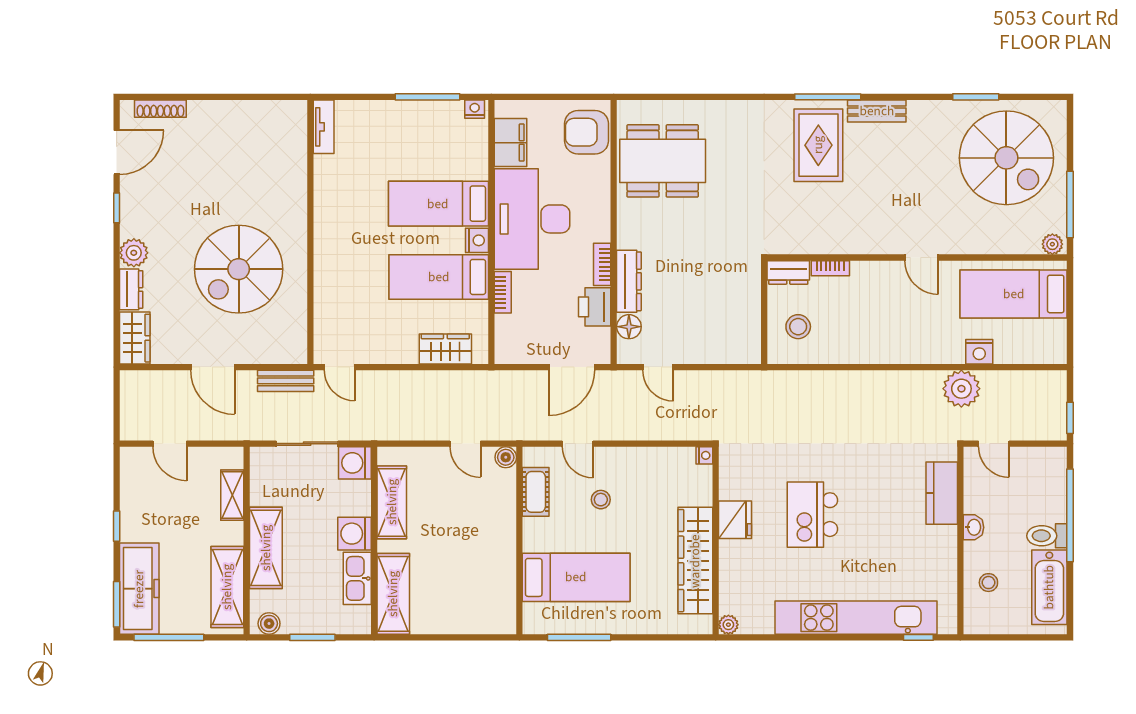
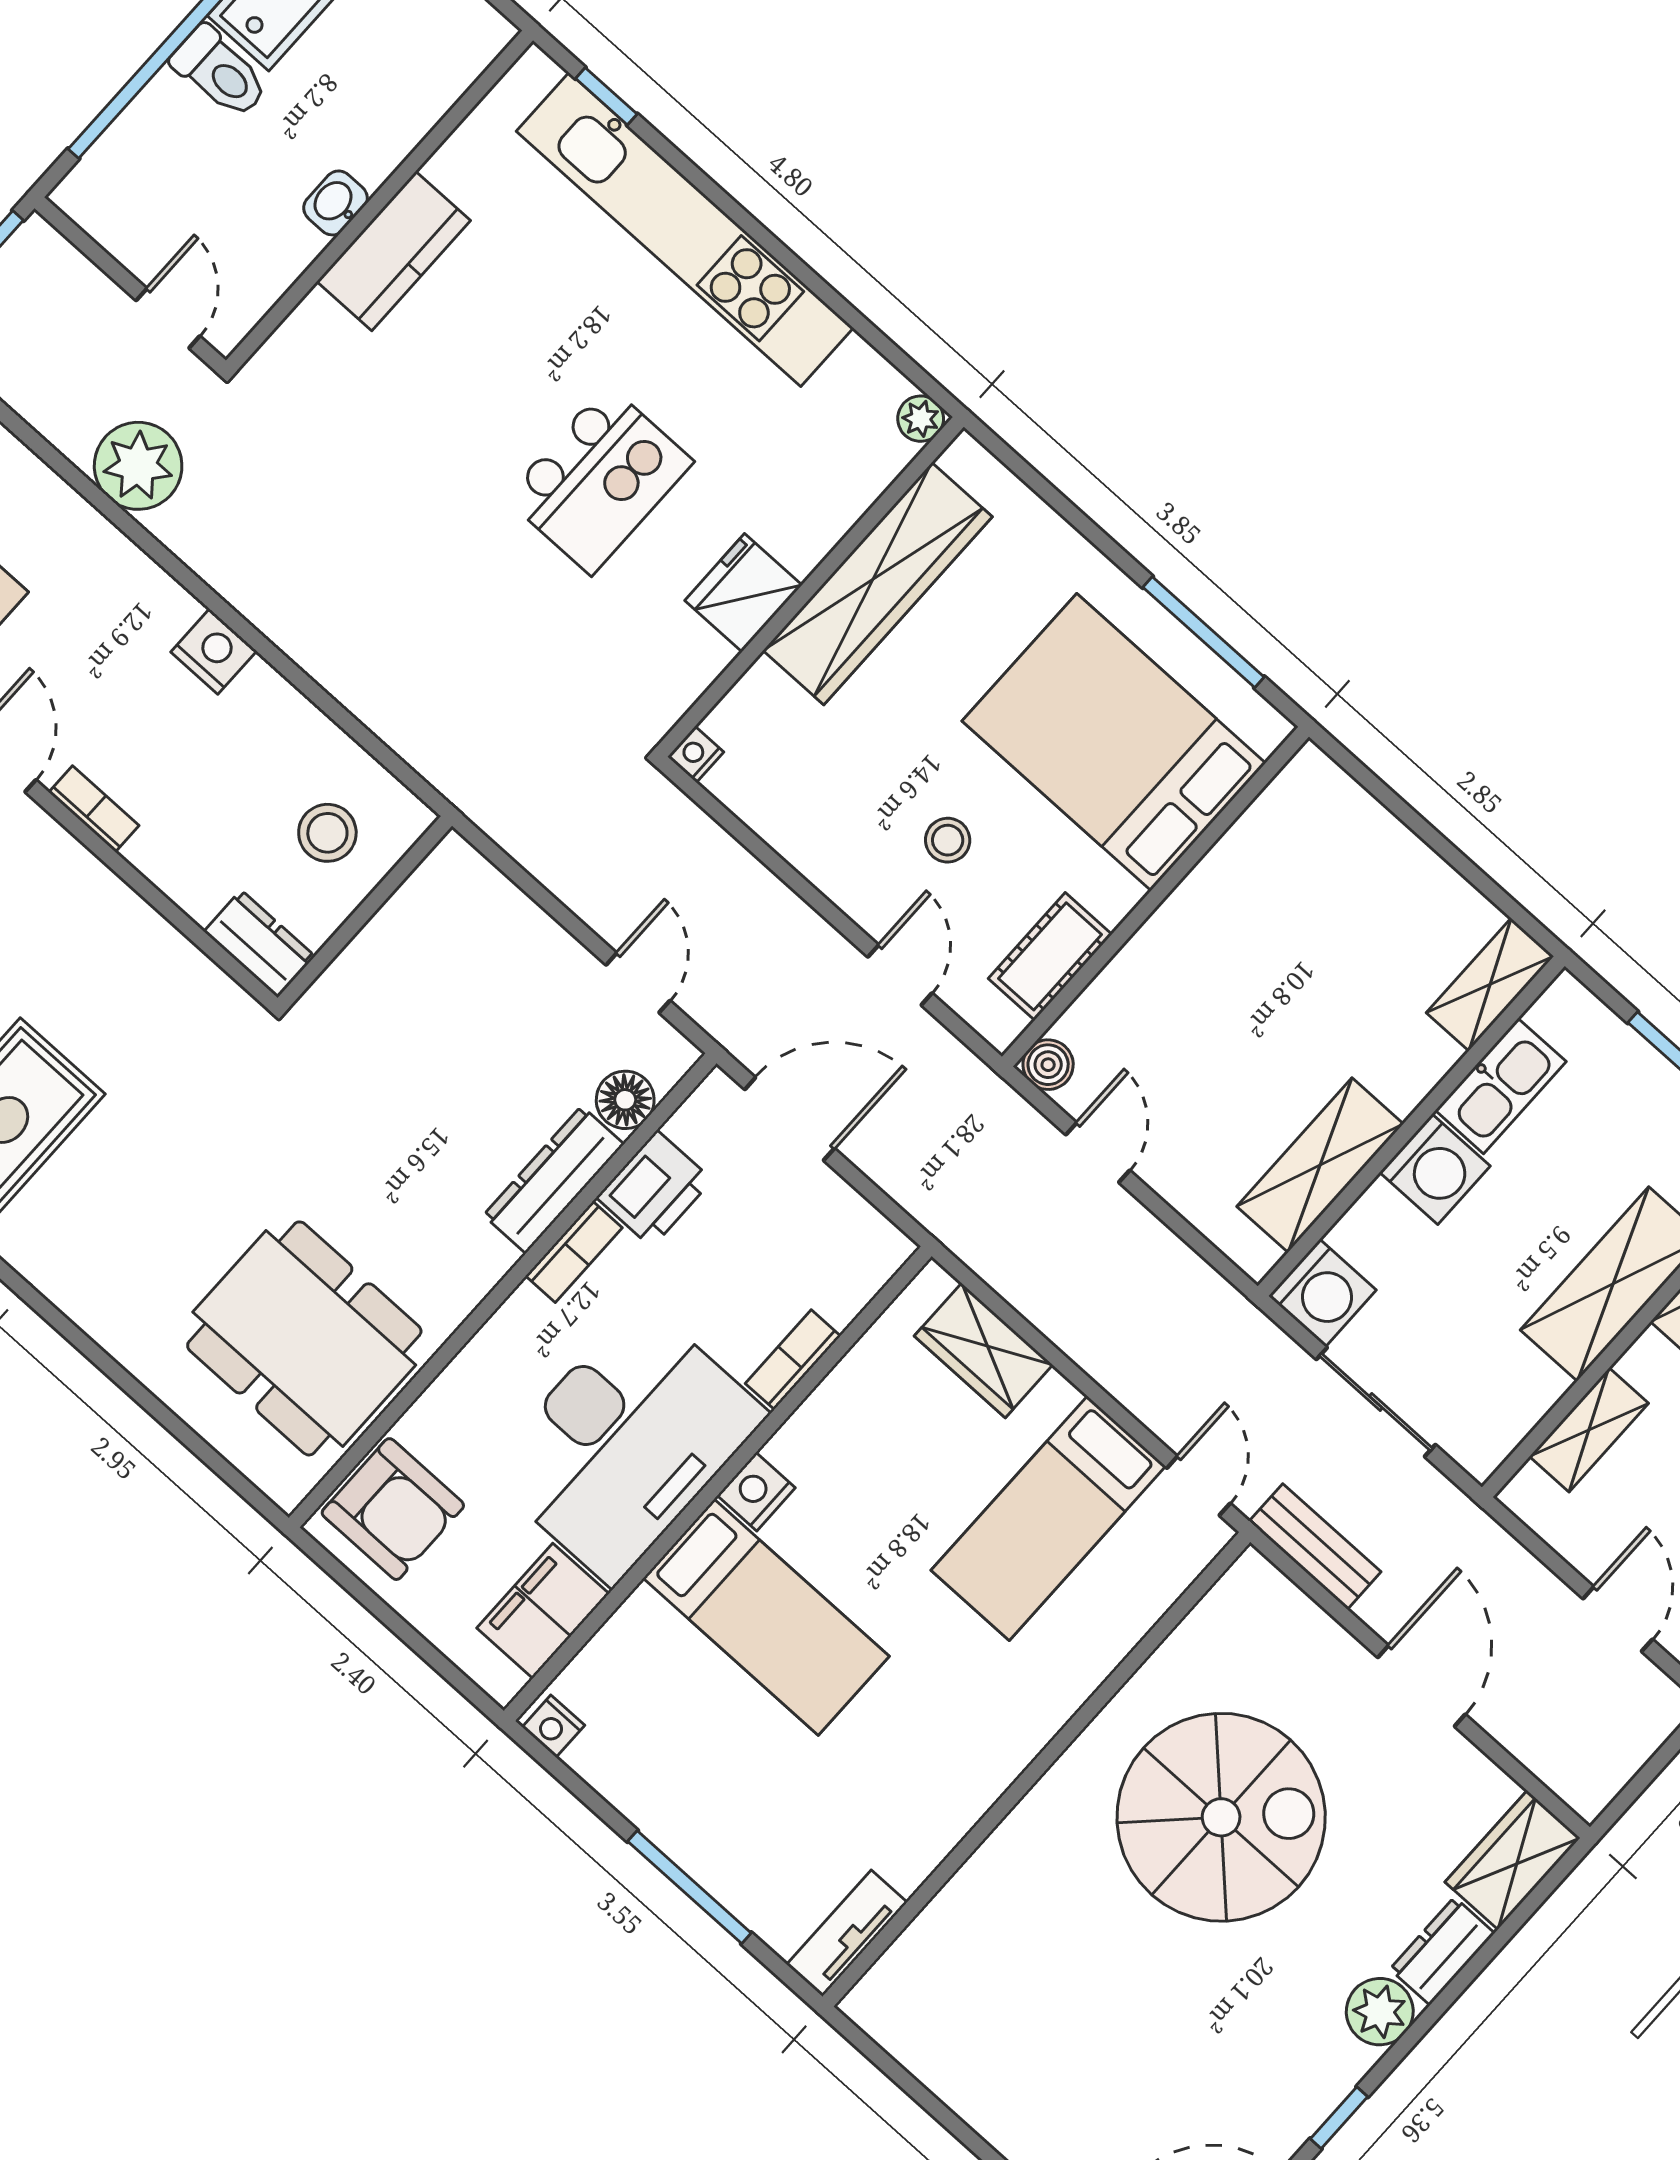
window: (428, 97) -> (689, 1887), moved
bookcase: (830, 268) -> (94, 809), moved
bed: (439, 277) -> (1048, 1518), moved, turned 90
nightstand: (979, 352) -> (214, 651), moved
kitchen counter: (942, 493) -> (394, 251), moved
bed: (576, 577) -> (1114, 742), width x1.50
stool: (988, 583) -> (397, 82), removed
shelving: (393, 594) -> (1490, 984), width x0.67, depth x0.75

